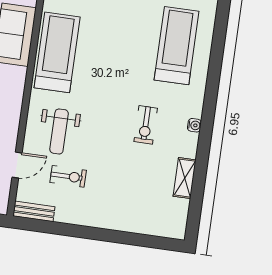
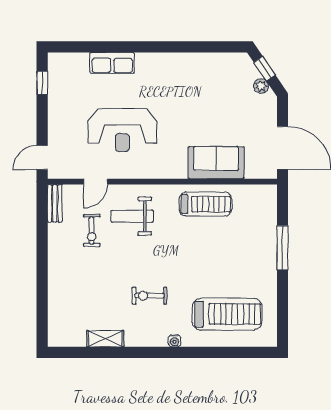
treadmill: (57, 52) -> (205, 204), width x0.73, depth x0.73
water cooler: (194, 125) -> (175, 341), moved
door: (17, 165) -> (96, 182), hinge flipped

